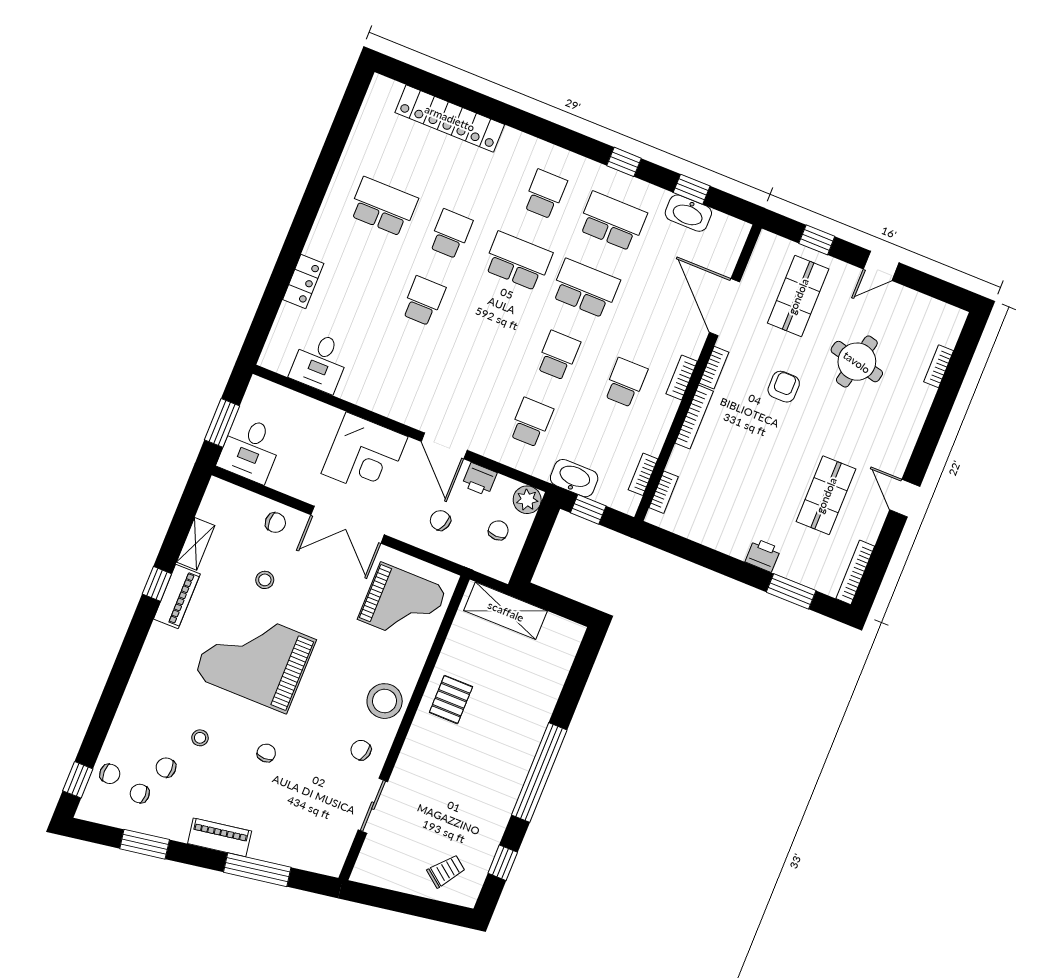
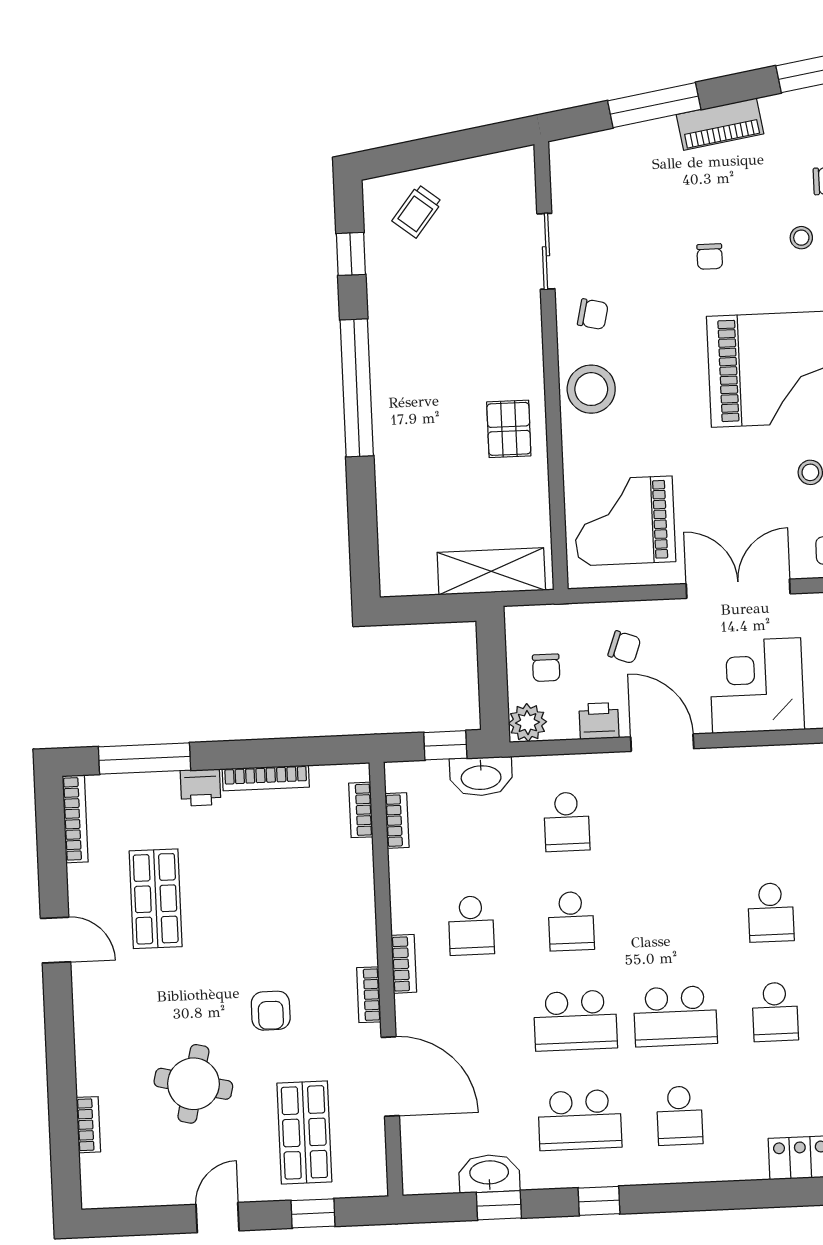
bookcase: (694, 417) -> (266, 778), moved, turned -90
window: (791, 591) -> (145, 758), width x1.44

